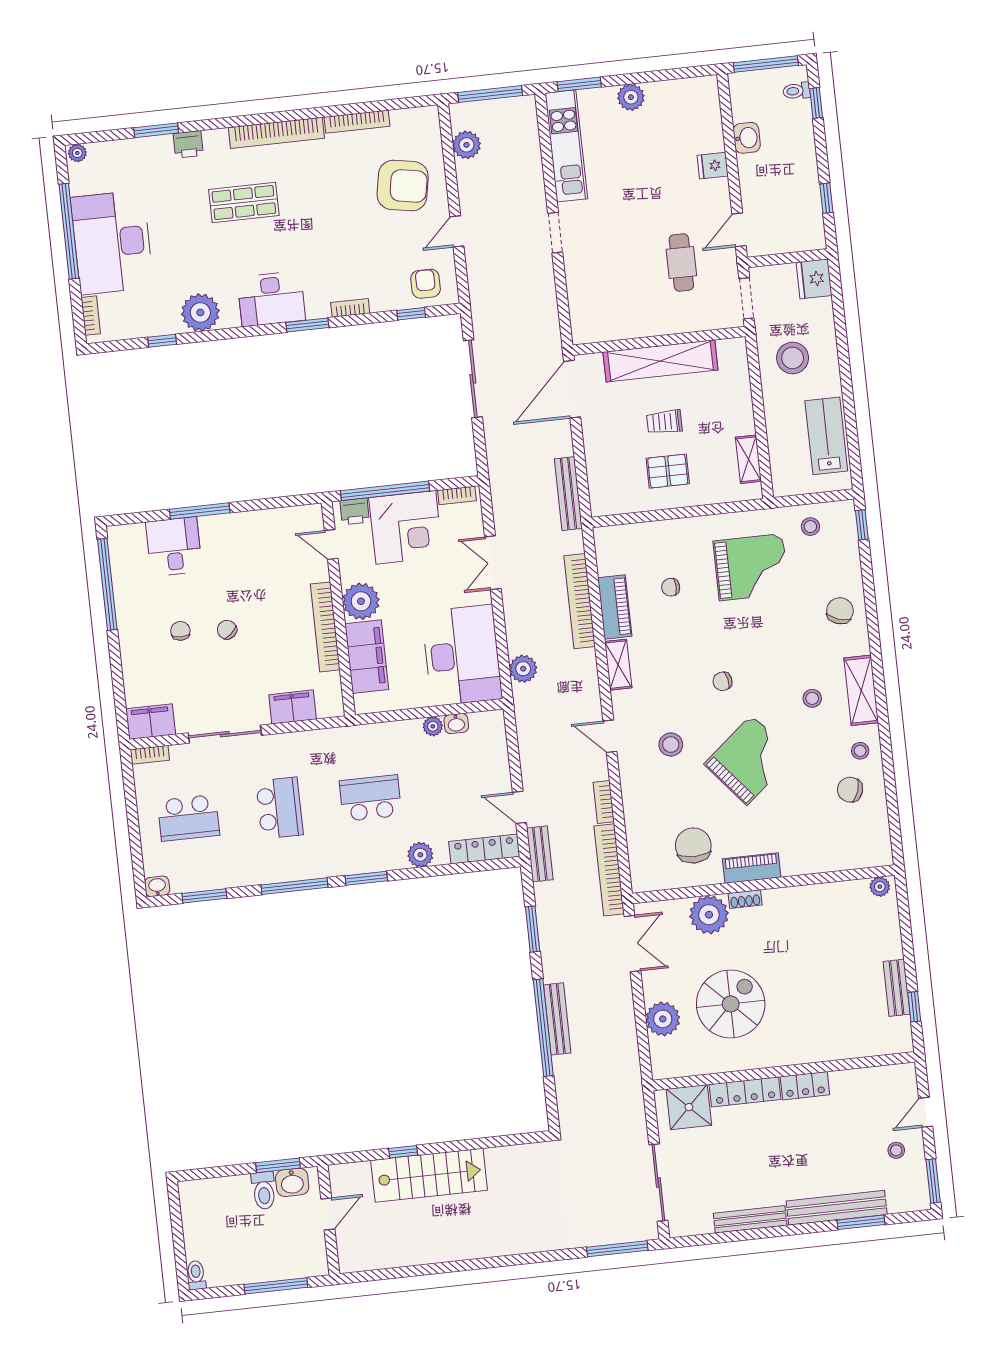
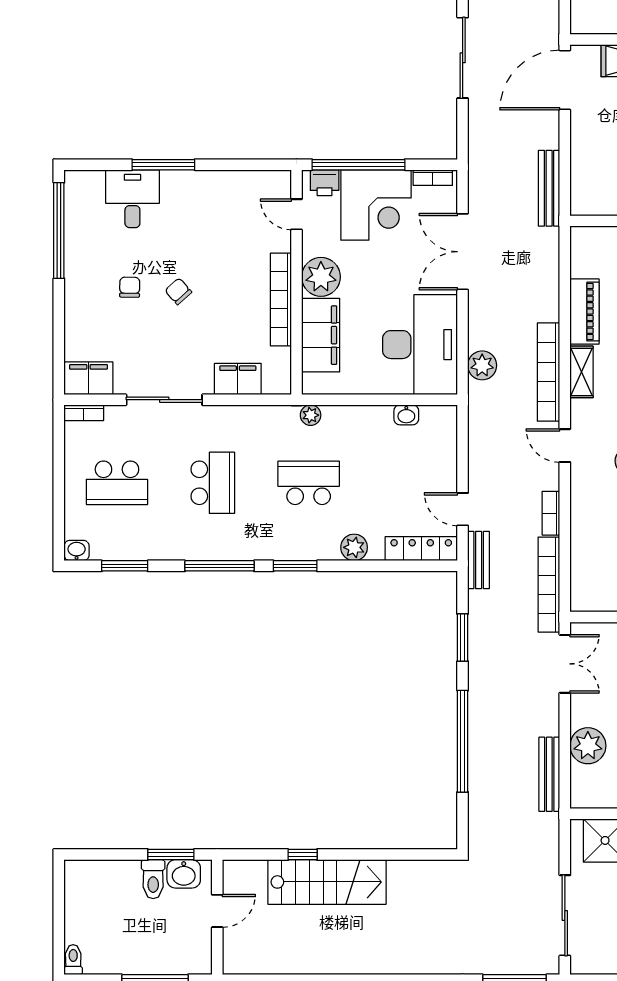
double door: (493, 563) -> (463, 252), width x1.37
bookcase: (580, 601) -> (549, 372), moved
plant: (433, 726) -> (311, 415), moved
bench: (557, 1019) -> (549, 774), moved

